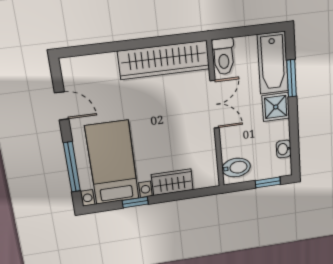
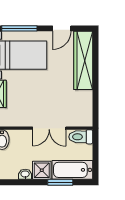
wardrobe: (164, 60) -> (83, 60), moved
washbasin: (284, 149) -> (25, 174), moved

